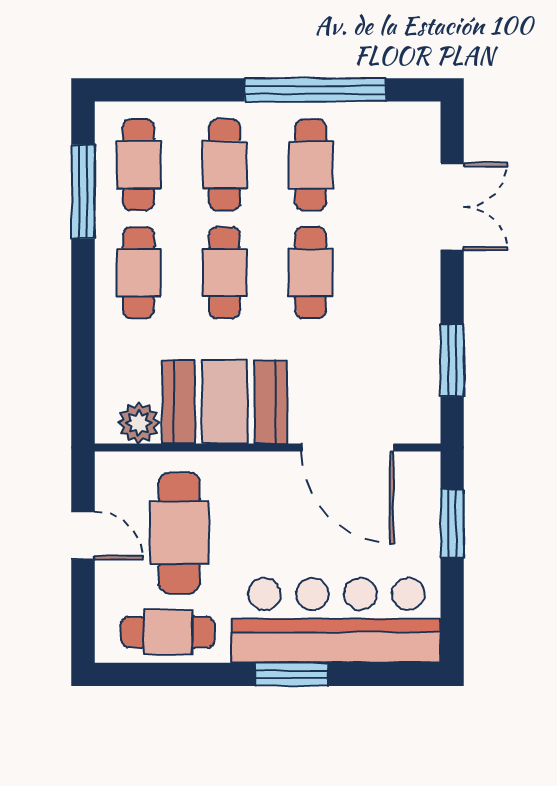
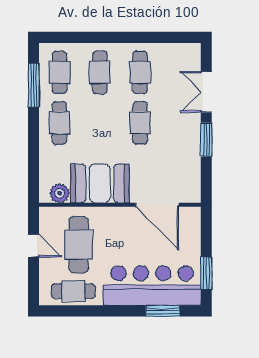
window: (315, 90) -> (142, 37), removed
double door: (452, 207) -> (206, 92), swing flipped
cafe table: (225, 273) -> (100, 123), removed
window: (452, 360) -> (206, 140), moved
window: (452, 524) -> (206, 273), moved
window: (292, 674) -> (163, 311), moved

